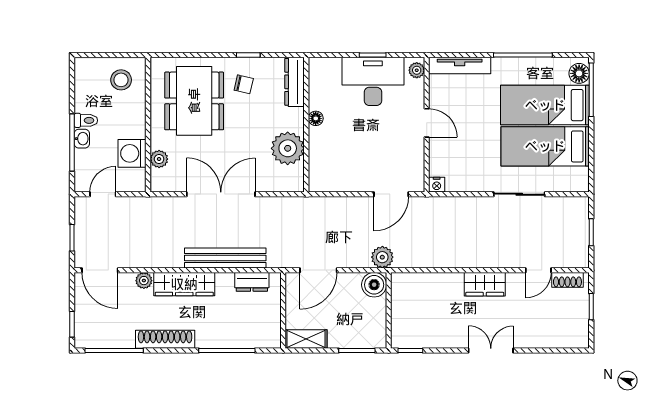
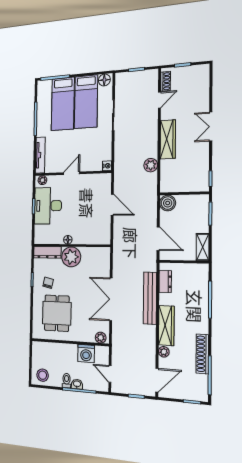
floor lamp: (579, 73) -> (104, 80), moved
stool: (121, 80) -> (43, 375), moved
dining table: (194, 101) -> (57, 313), width x0.73
plant: (288, 148) -> (71, 257), moved
plant: (159, 159) -> (101, 338), moved
door: (391, 194) -> (112, 205), moved
plant: (382, 257) -> (151, 165), moved
door: (538, 270) -> (159, 100), hinge flipped
wardrobe: (485, 284) -> (168, 139), width x1.50
shoe rack: (165, 339) -> (202, 354), moved

